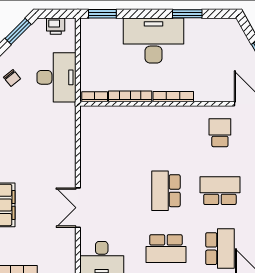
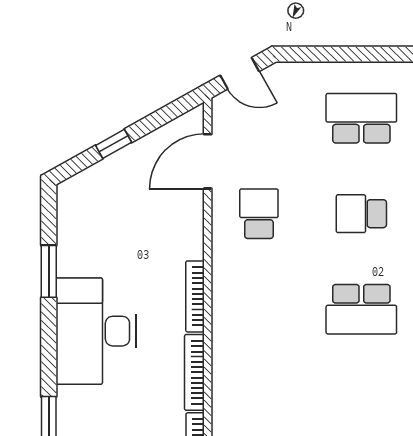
school desk: (220, 133) -> (259, 214), turned 90
school desk: (220, 191) -> (361, 214), width x0.54

